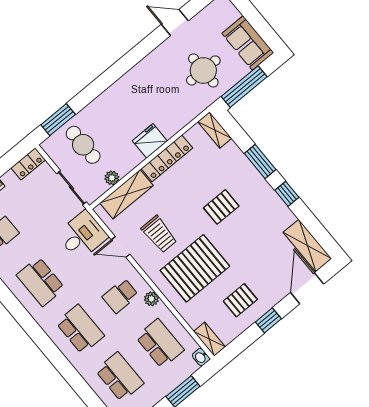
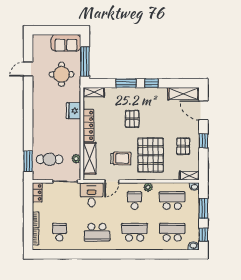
fridge: (150, 141) -> (74, 111), moved
school desk: (120, 296) -> (135, 201), turned 180

